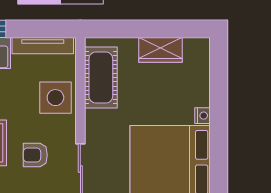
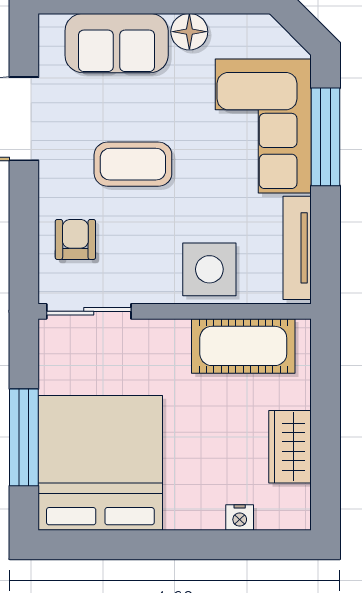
nightstand: (202, 116) -> (240, 517), moved
armchair: (35, 155) -> (75, 239), moved

